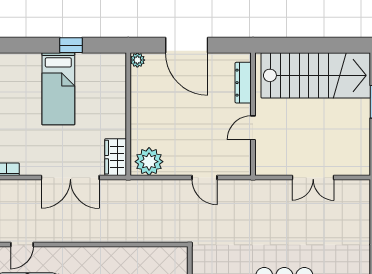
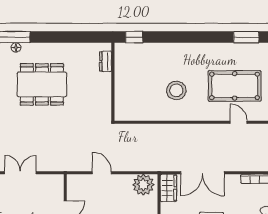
double door: (70, 177) -> (202, 173), swing flipped
door: (22, 245) -> (239, 122), hinge flipped

